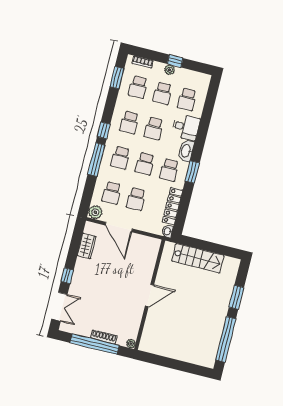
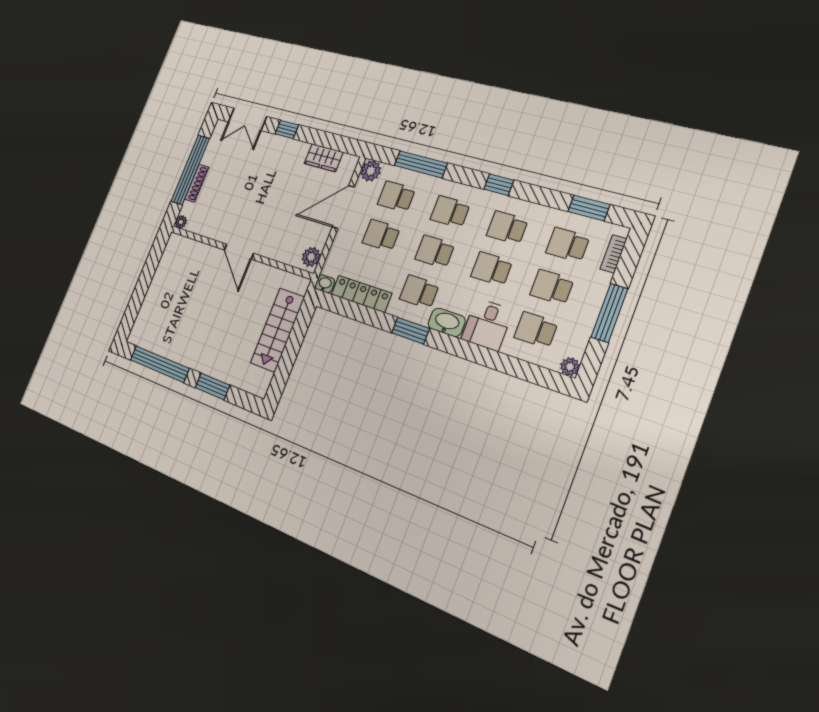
window: (175, 61) -> (609, 313), width x2.17
plant: (170, 70) -> (570, 367), moved
window: (96, 160) -> (421, 164), moved
plant: (151, 243) -> (311, 257), added

